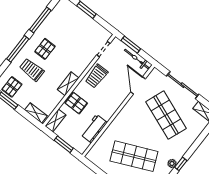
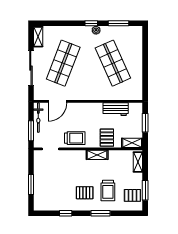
window: (40, 20) -> (66, 213), width x0.46
window: (18, 49) -> (101, 213), width x0.69

